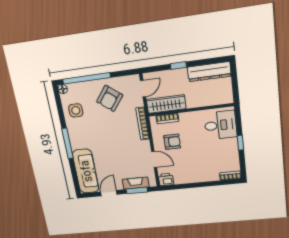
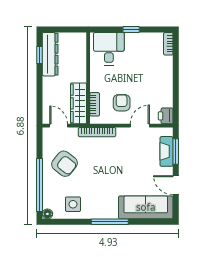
window: (178, 66) -> (39, 55), moved

